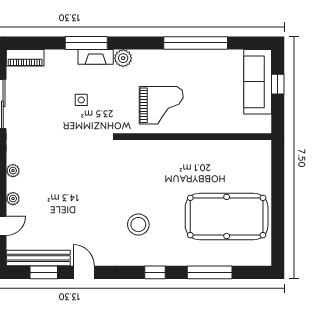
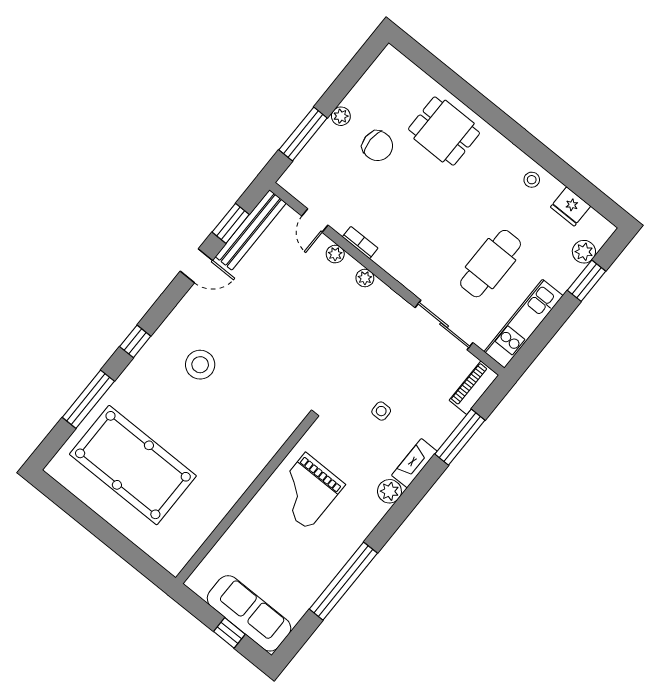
window: (86, 43) -> (460, 437), moved
pool table: (227, 216) -> (133, 465), turned 90

